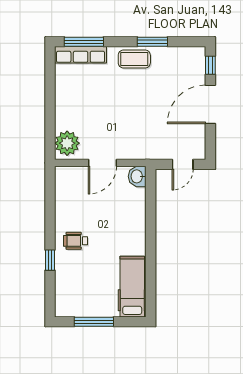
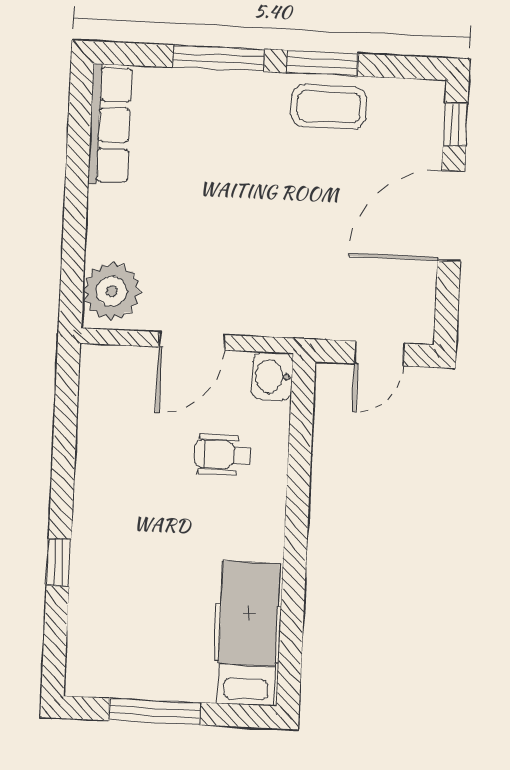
window: (84, 42) -> (219, 58), moved
row of seats: (81, 55) -> (110, 125), moved, turned -90
coffee table: (134, 59) -> (329, 107), moved
wheelchair: (76, 241) -> (223, 455), moved

